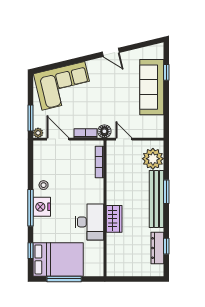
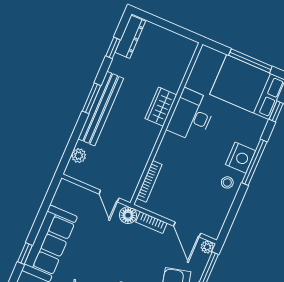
plant: (153, 159) -> (79, 156), width x0.53, depth x0.53
window: (166, 192) -> (91, 98), moved
dresser: (157, 248) -> (130, 37), moved

